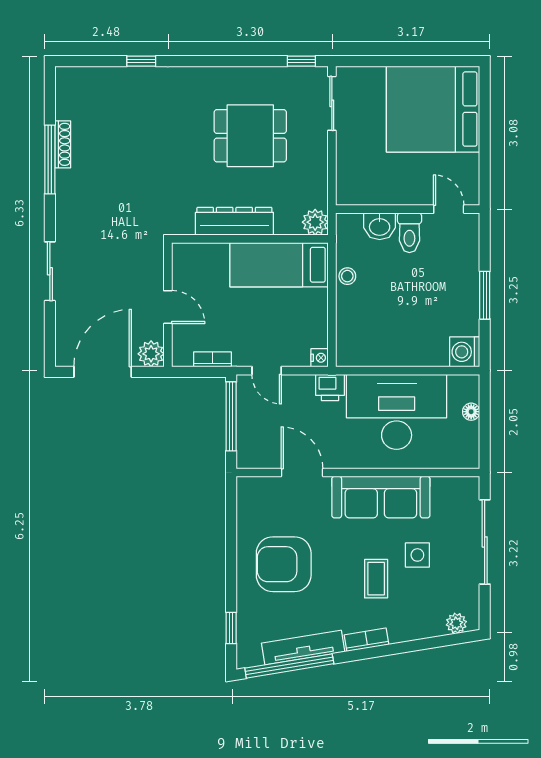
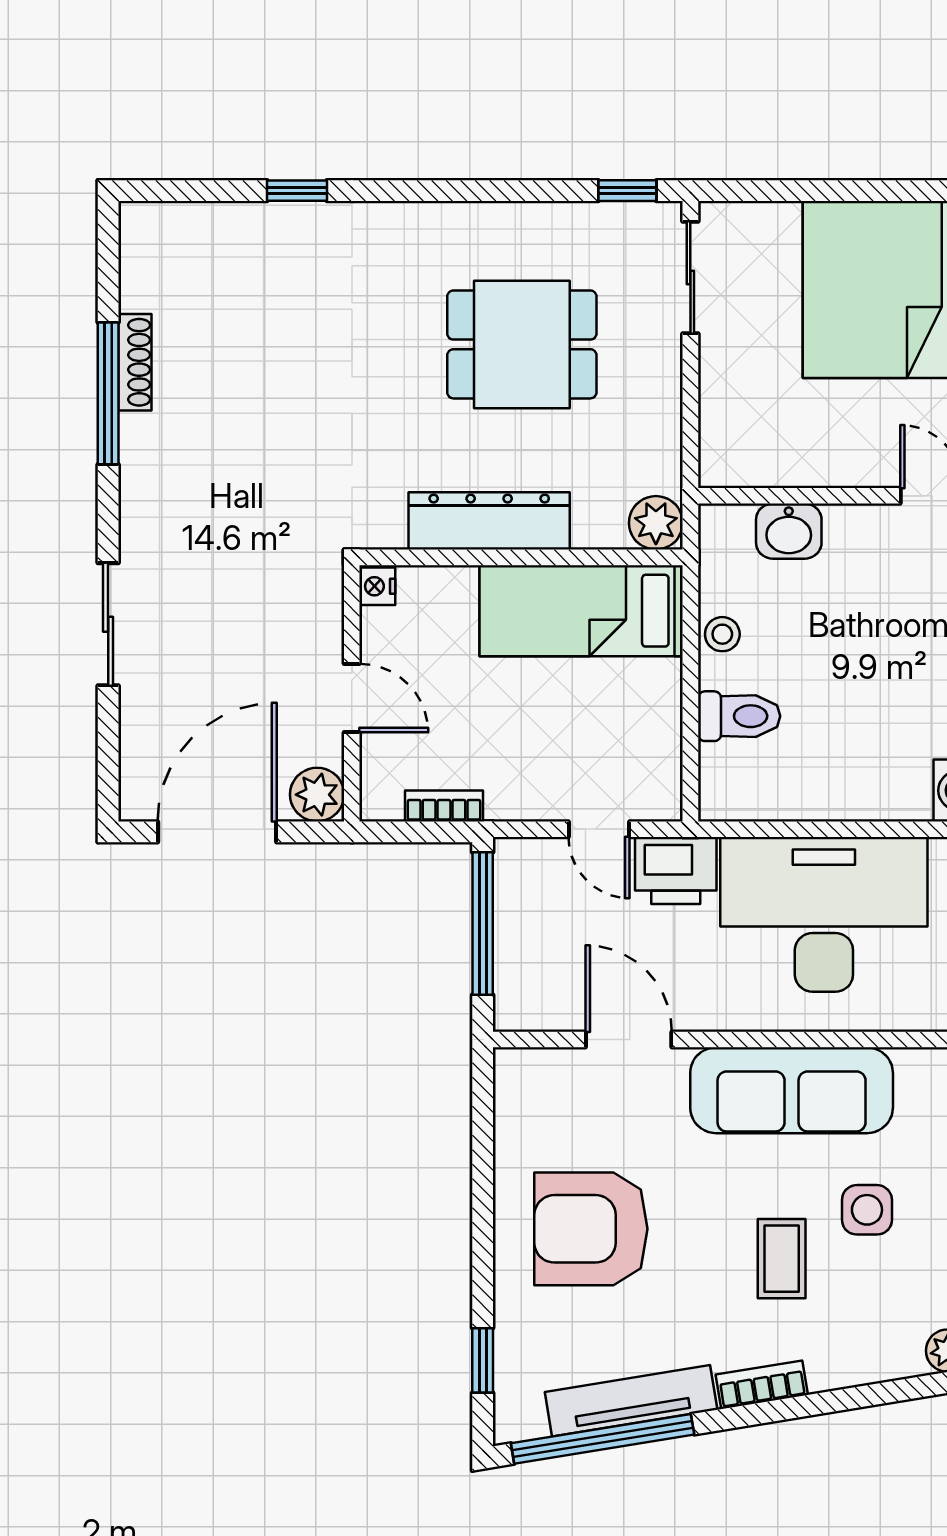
toilet: (409, 233) -> (739, 716), moved, turned -90
nightstand: (320, 358) -> (377, 586), moved, turned 180
door: (267, 371) -> (599, 829), moved
printer: (330, 387) -> (676, 870), width x1.36, depth x1.24

